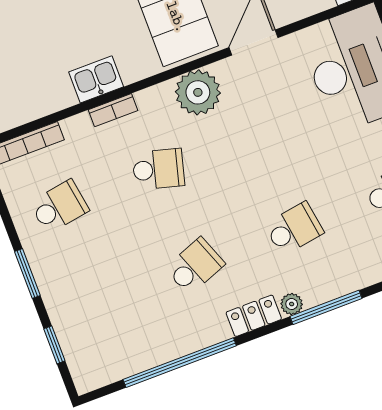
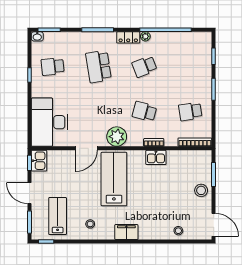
school desk: (294, 229) -> (99, 67), width x1.85
plant: (292, 304) -> (145, 36), moved

